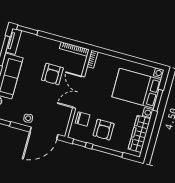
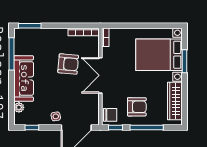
tv unit: (14, 41) -> (19, 41), removed
armchair: (52, 74) -> (68, 64), turned -85
chair: (83, 119) -> (110, 115), moved
armchair: (104, 130) -> (137, 107), turned -90

